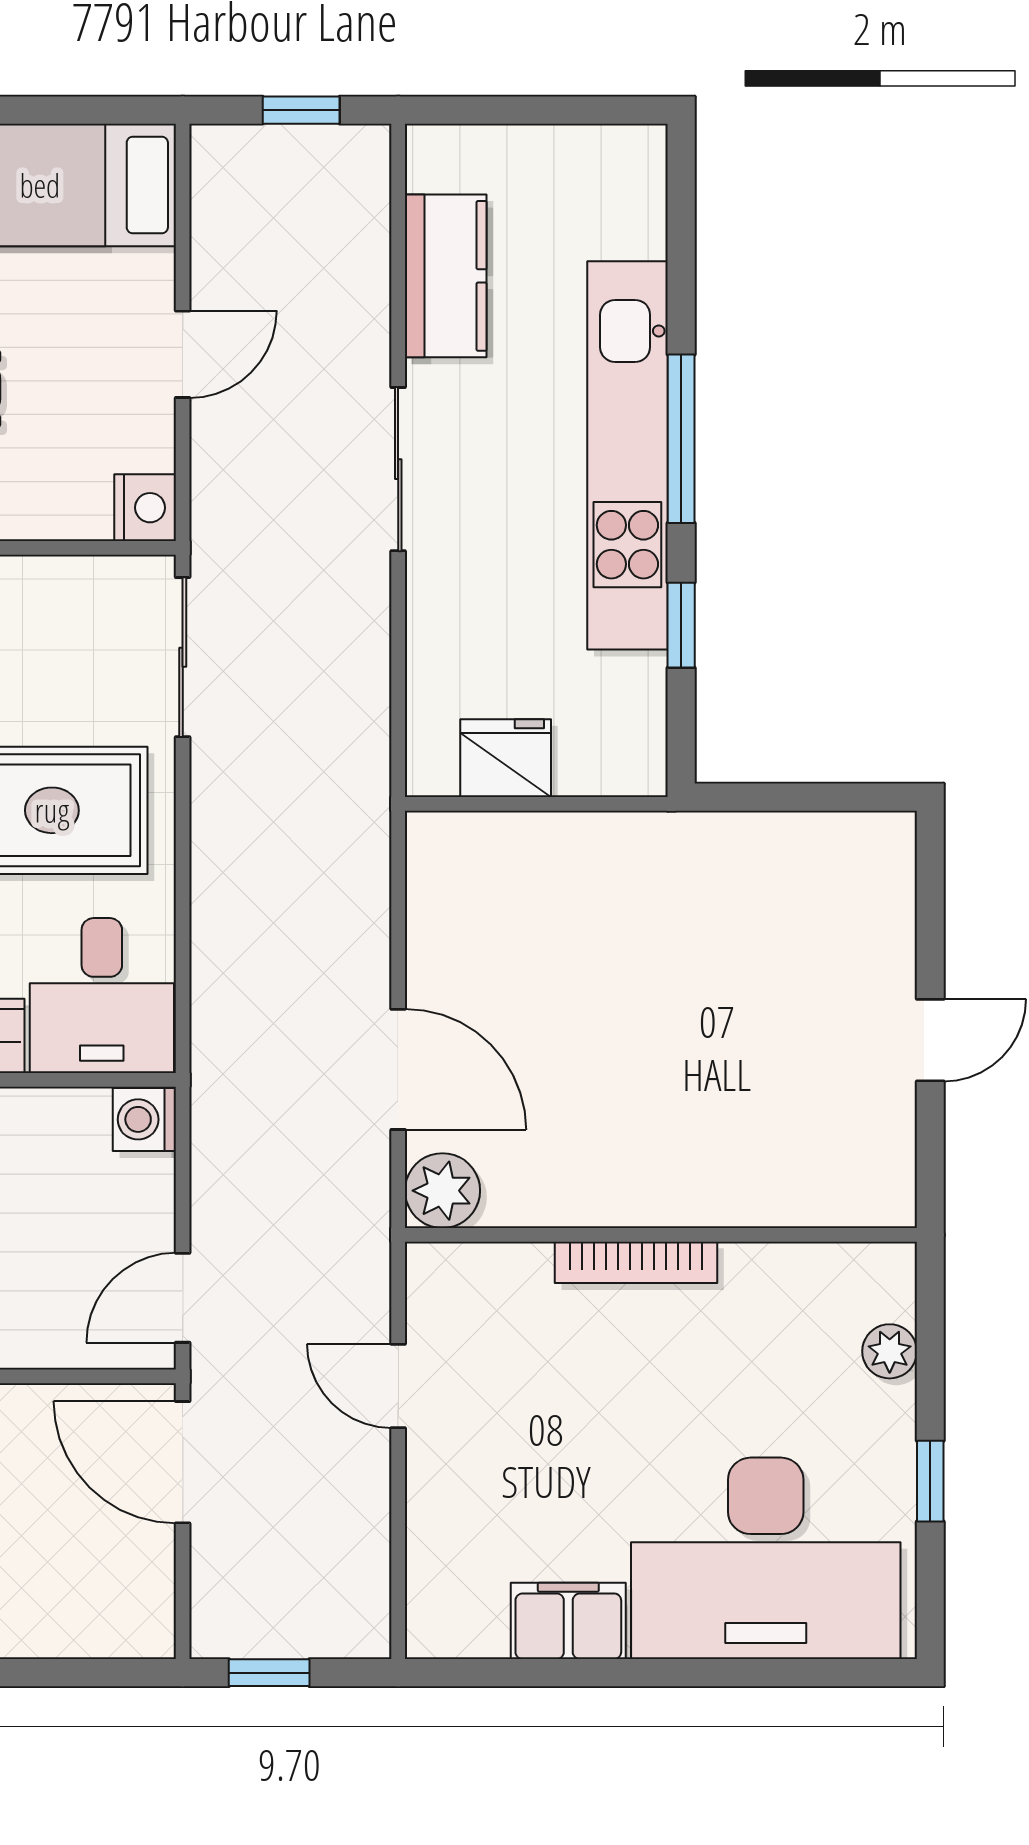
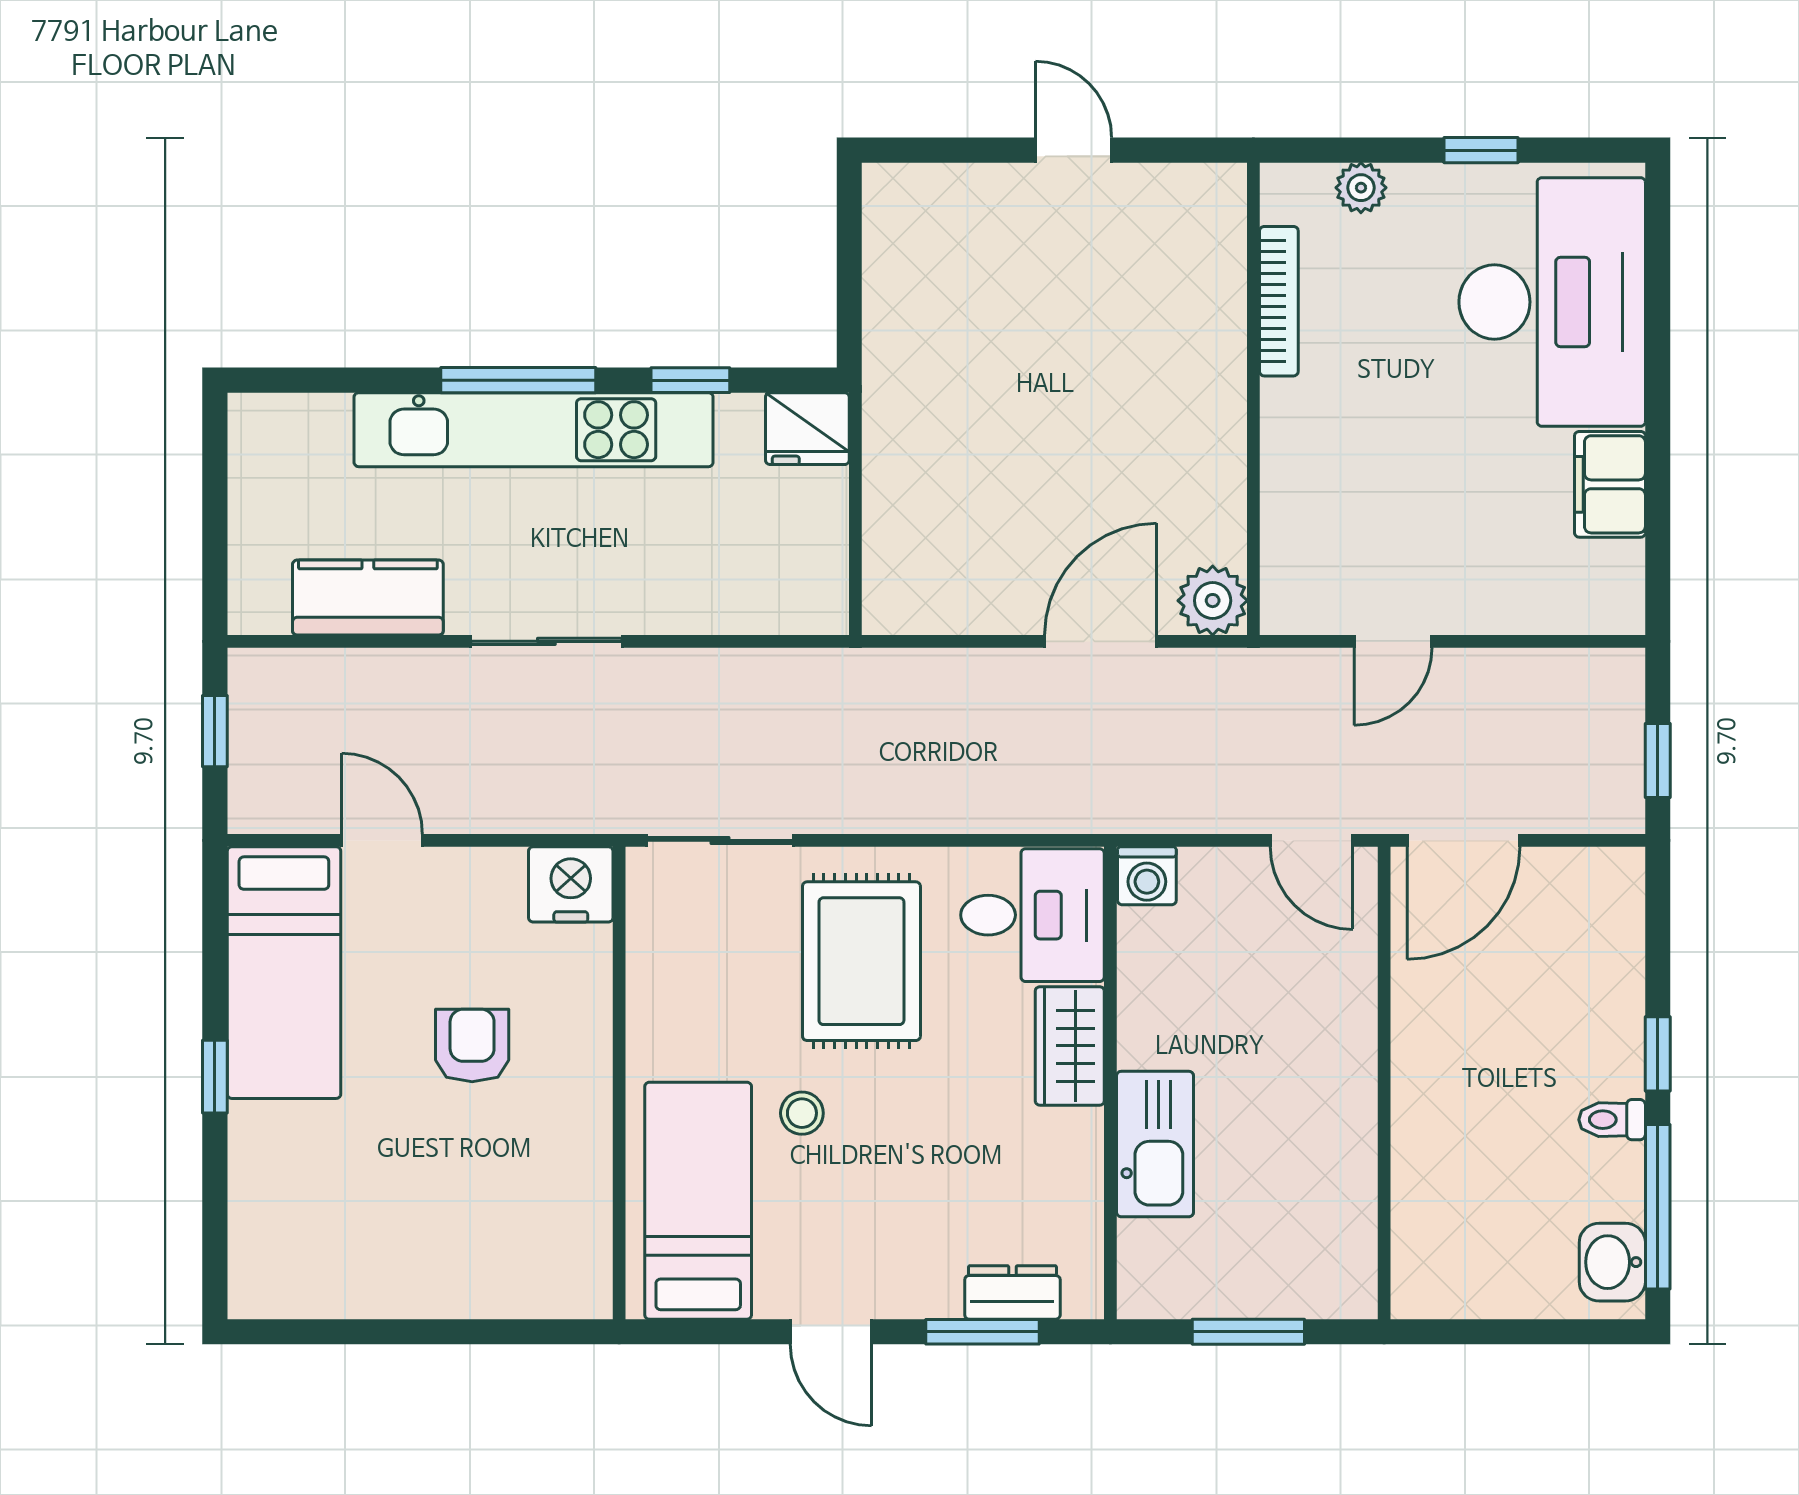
door: (183, 354) -> (382, 840), moved
nightstand: (145, 508) -> (571, 884), width x1.36, depth x1.33
fridge: (506, 758) -> (807, 429), moved, turned -90
bookcase: (636, 1262) -> (1279, 301), moved

